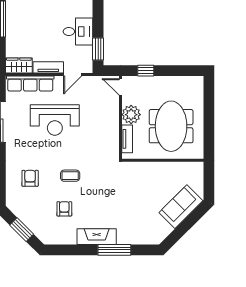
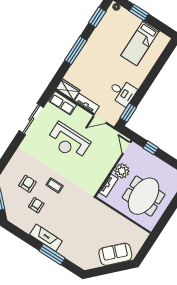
row of seats: (30, 83) -> (63, 103), width x0.68
armchair: (30, 178) -> (28, 184), moved

